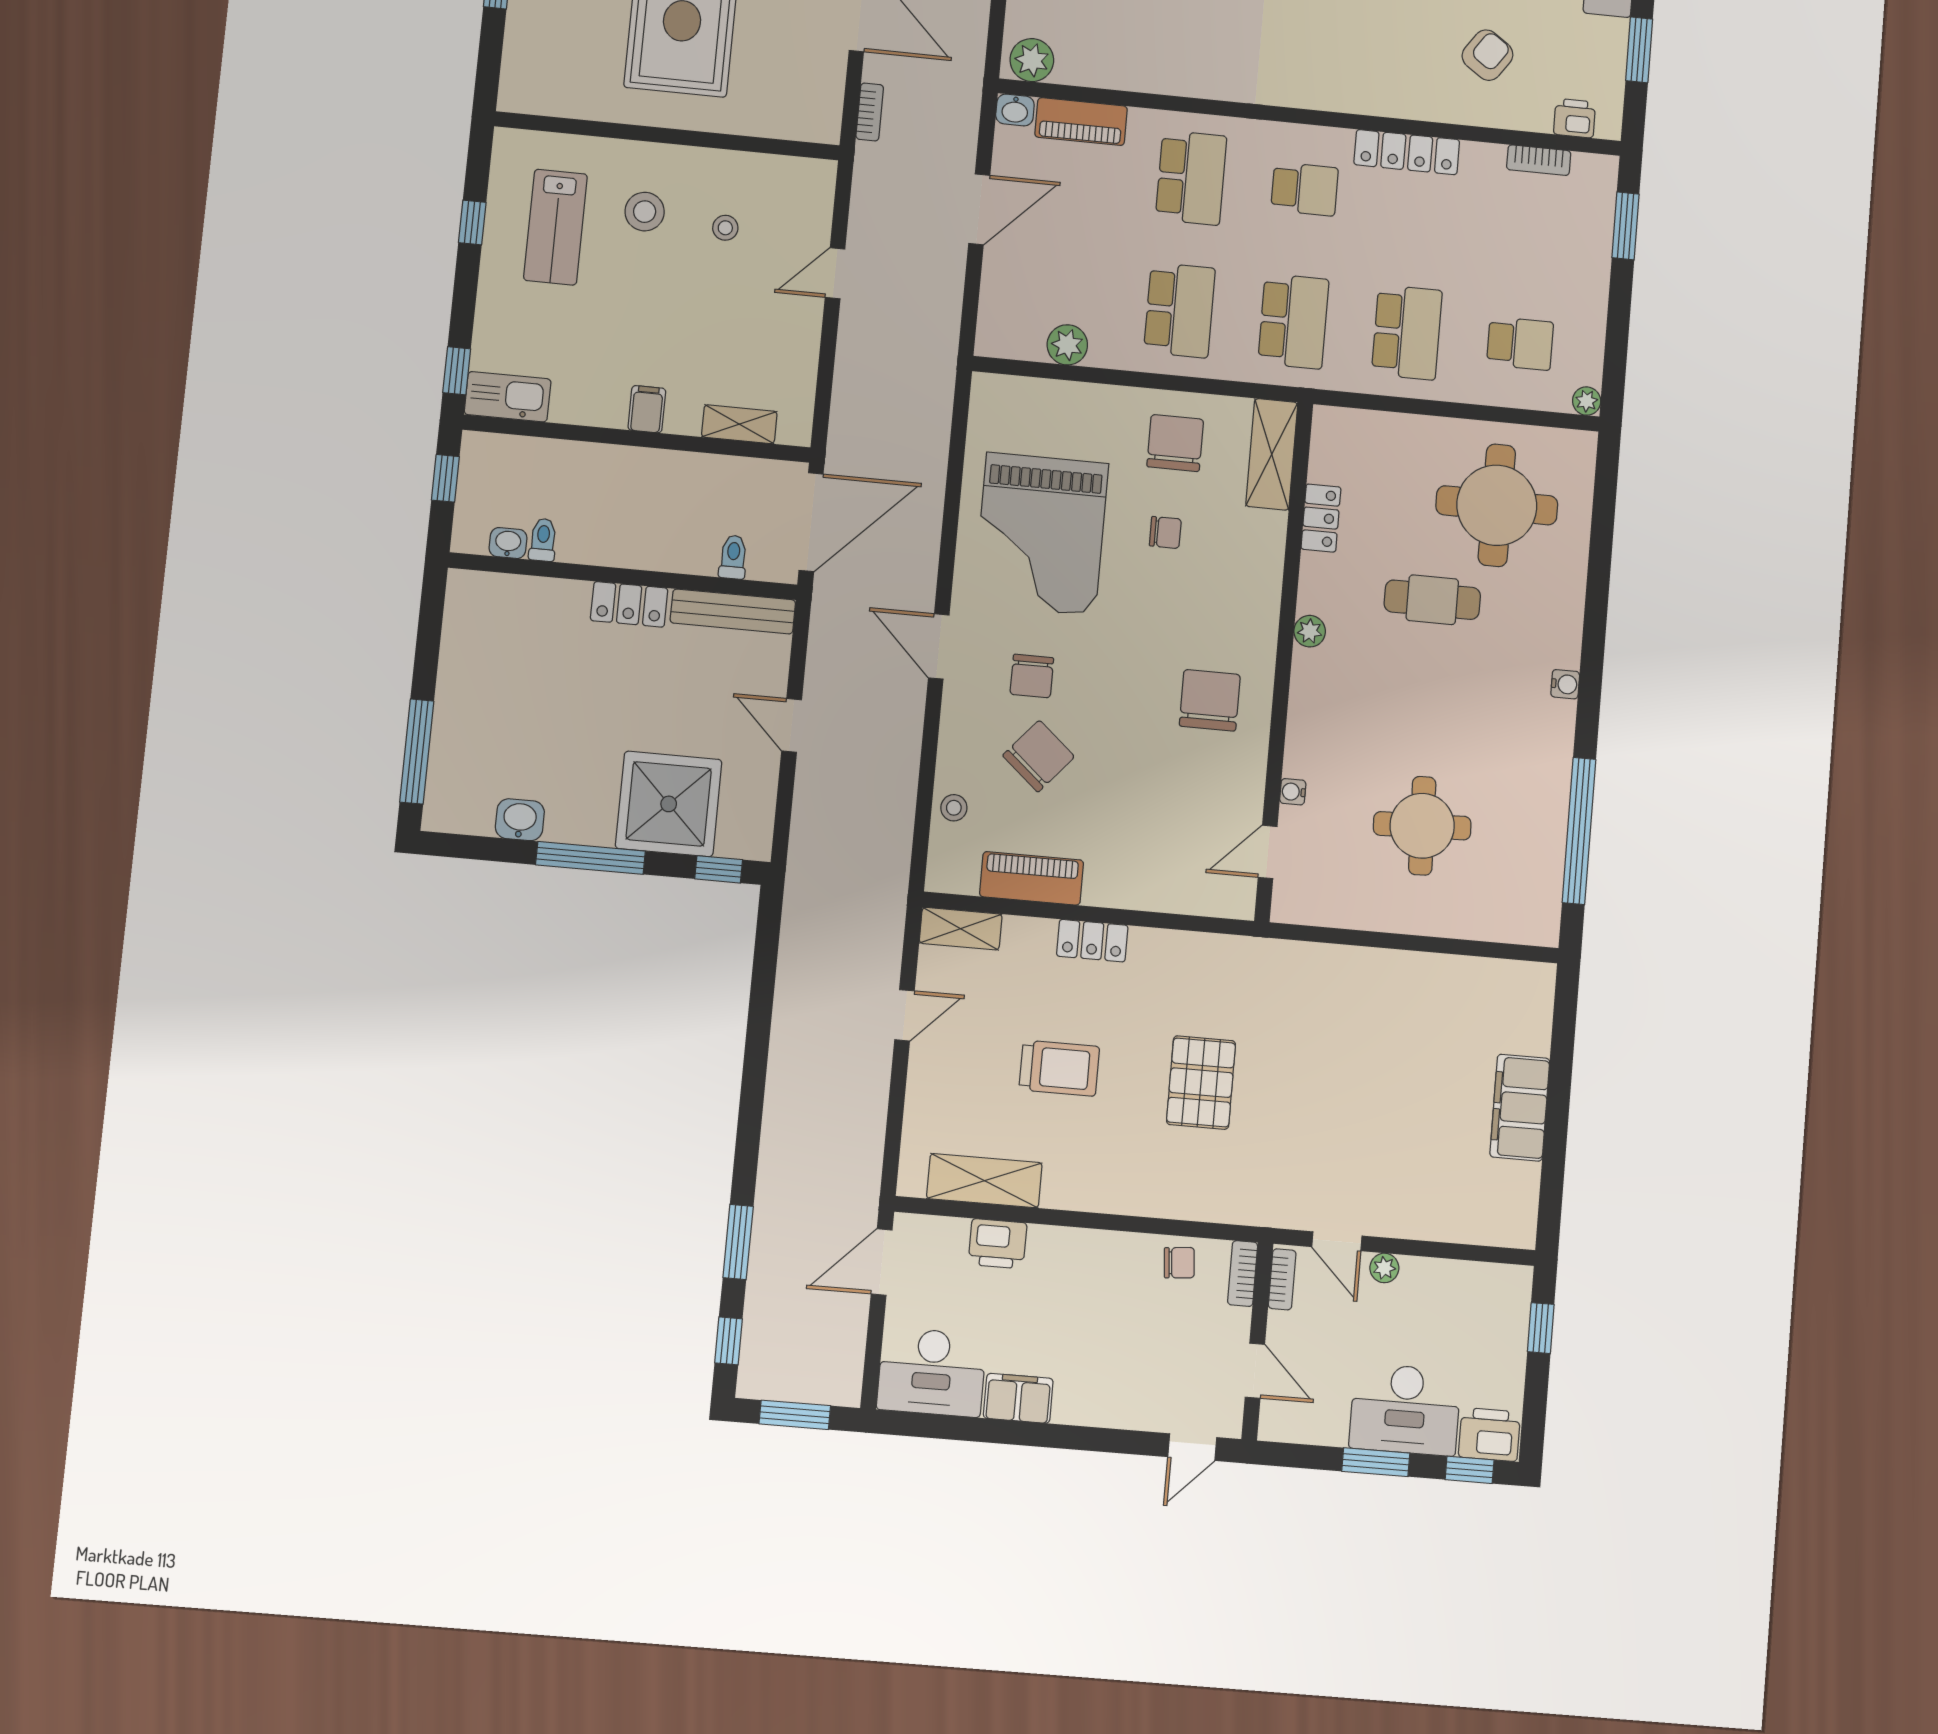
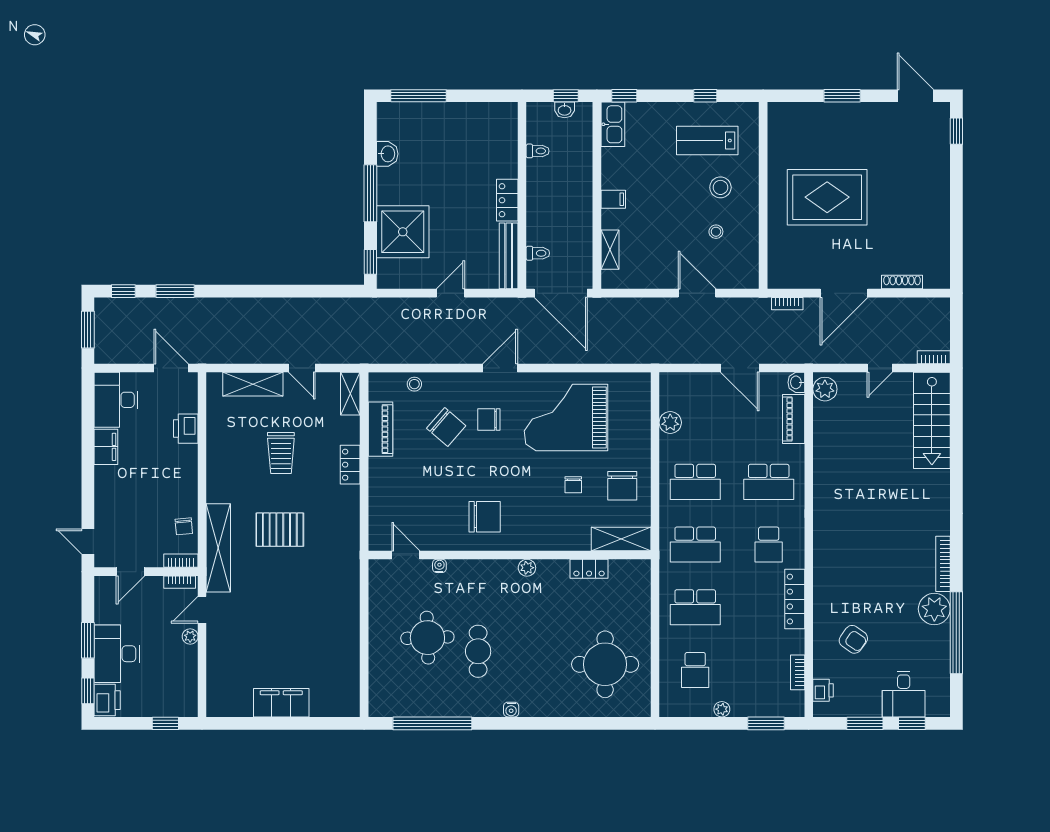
door: (835, 273) -> (697, 293), width x1.38
plant: (1587, 401) -> (722, 709), moved
chair: (1175, 443) -> (622, 486), turned 90
washbasin: (508, 543) -> (565, 110), moved, turned 90
cafe table: (1432, 600) -> (478, 651), moved
shelving: (984, 1181) -> (253, 384), moved, turned 90
shelving: (1225, 1201) -> (218, 548), added

